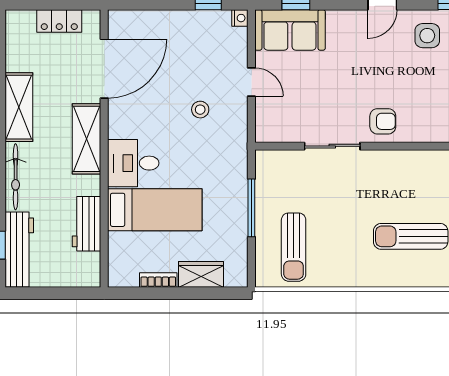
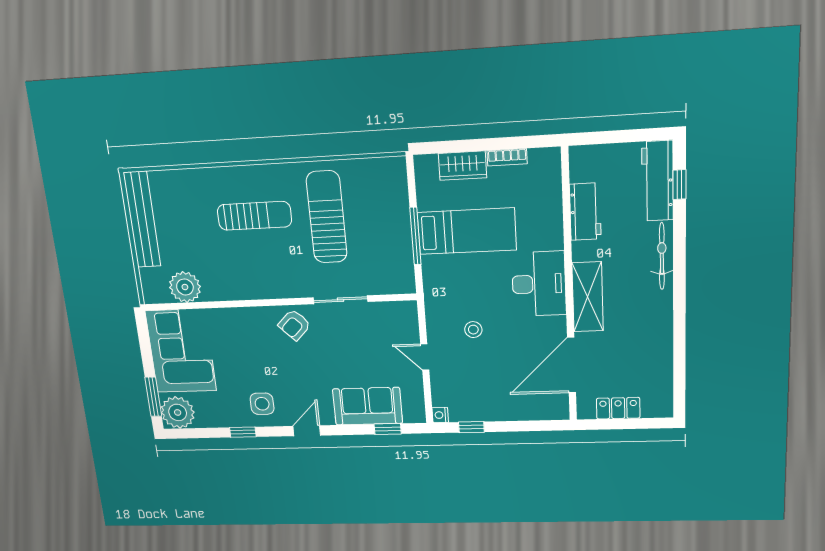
sofa: (290, 30) -> (367, 406), moved
shelving: (19, 107) -> (659, 325), removed
armchair: (383, 121) -> (294, 325), turned -45
desk: (133, 163) -> (539, 284), width x1.37
bed: (155, 210) -> (467, 231), moved, turned 180
sun lounger: (294, 247) -> (327, 217), moved, width x1.36, depth x1.34

